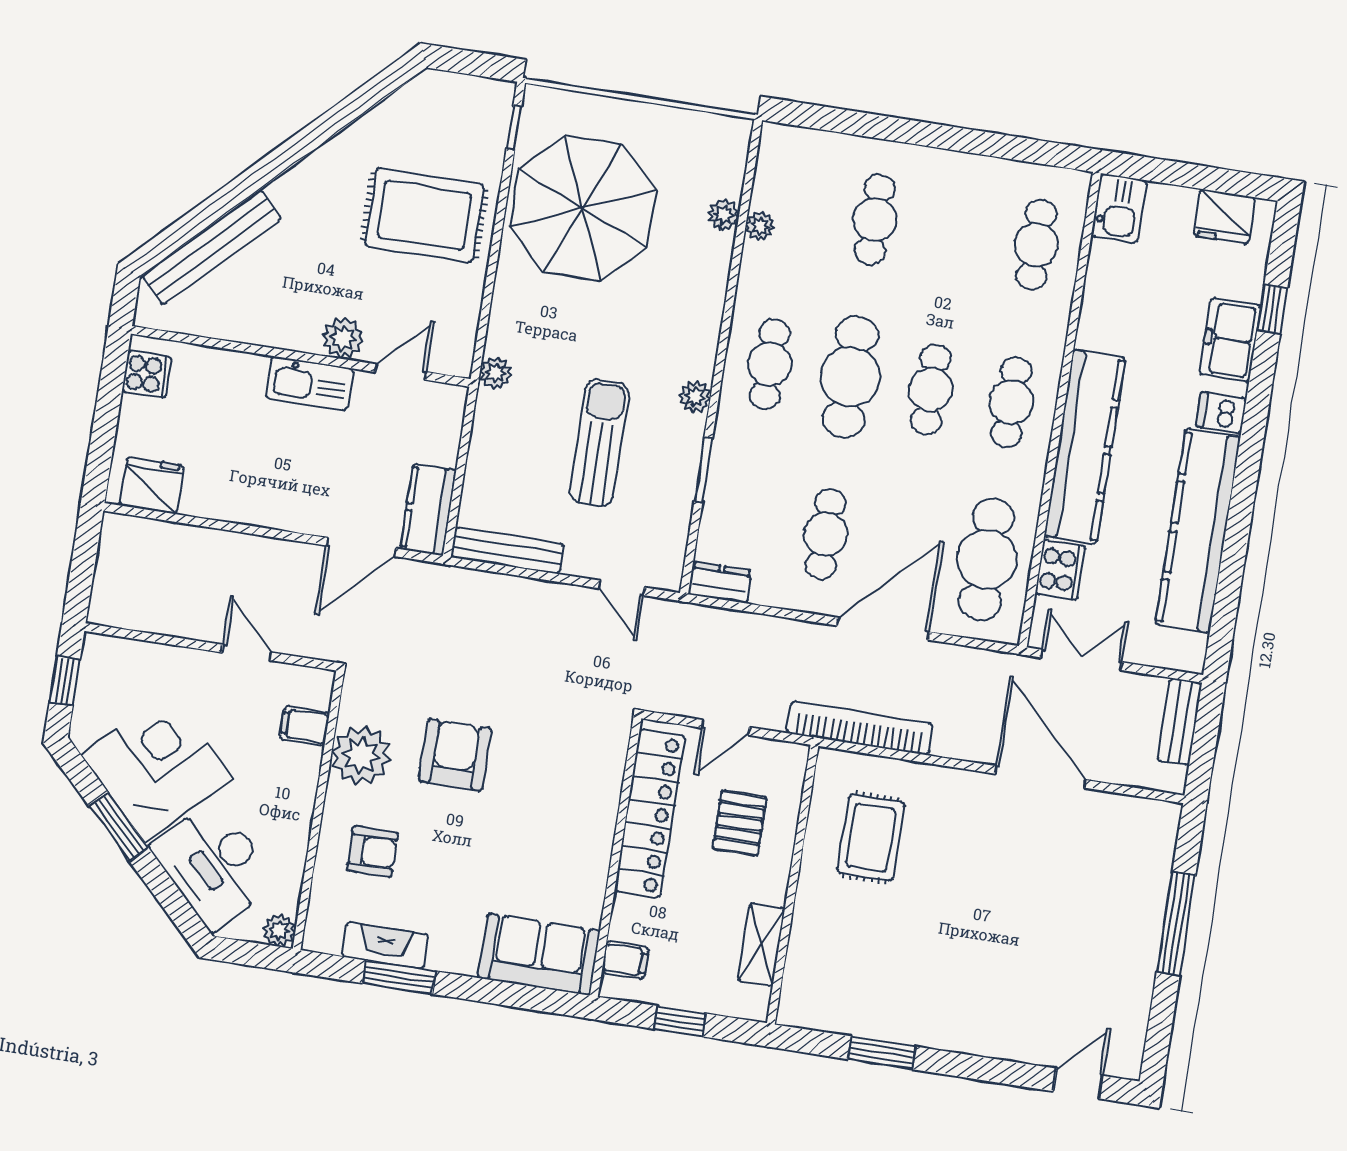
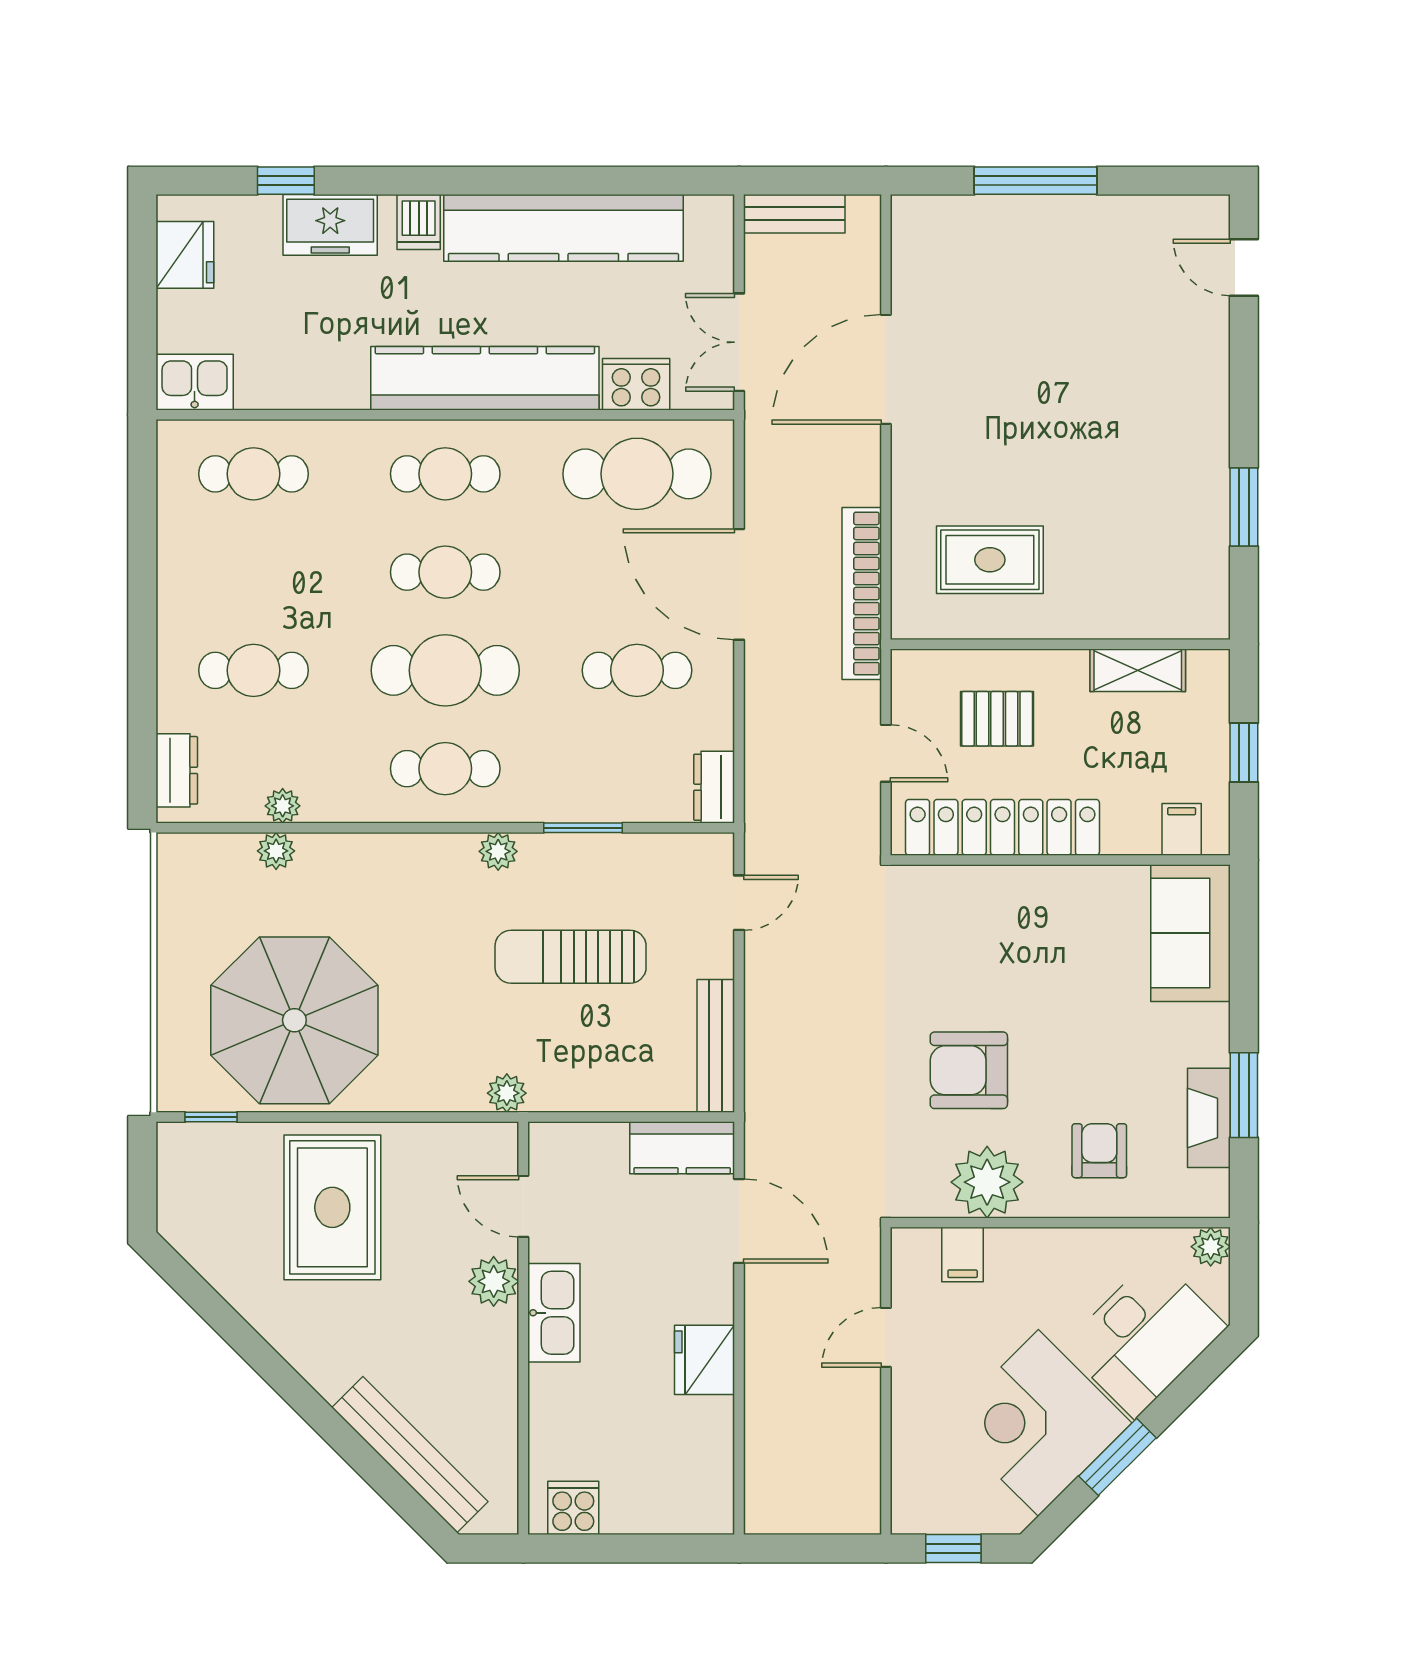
dresser: (803, 144) -> (177, 770), added
fridge: (152, 485) -> (705, 1360), moved

